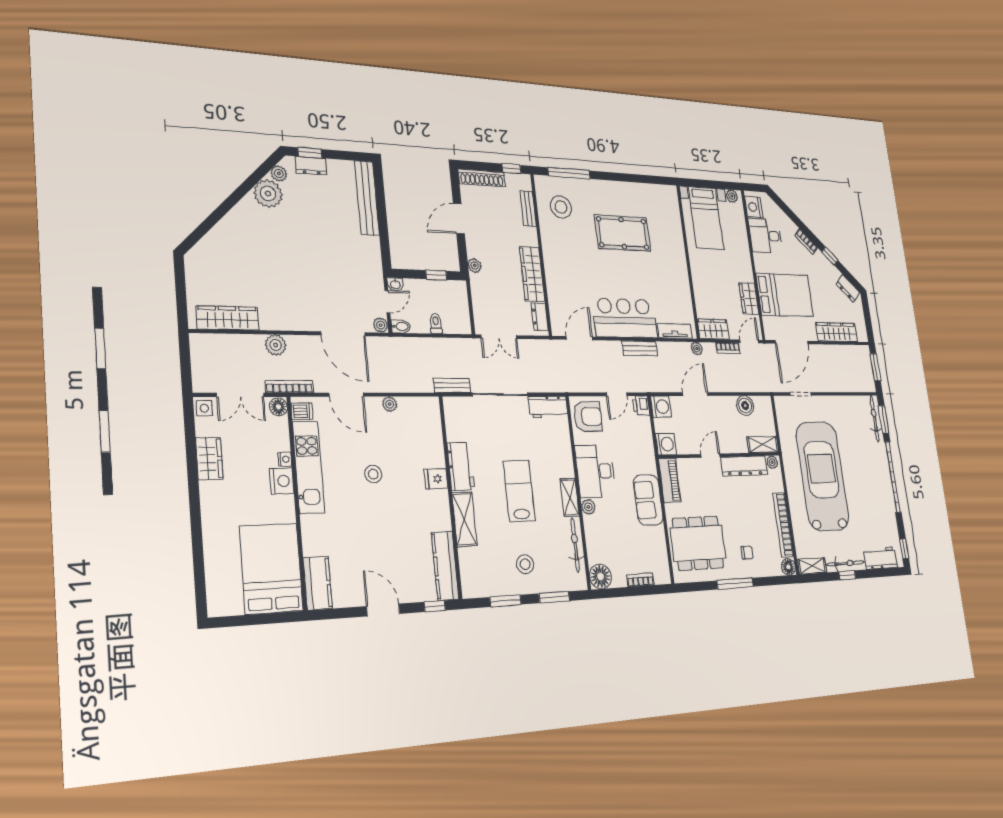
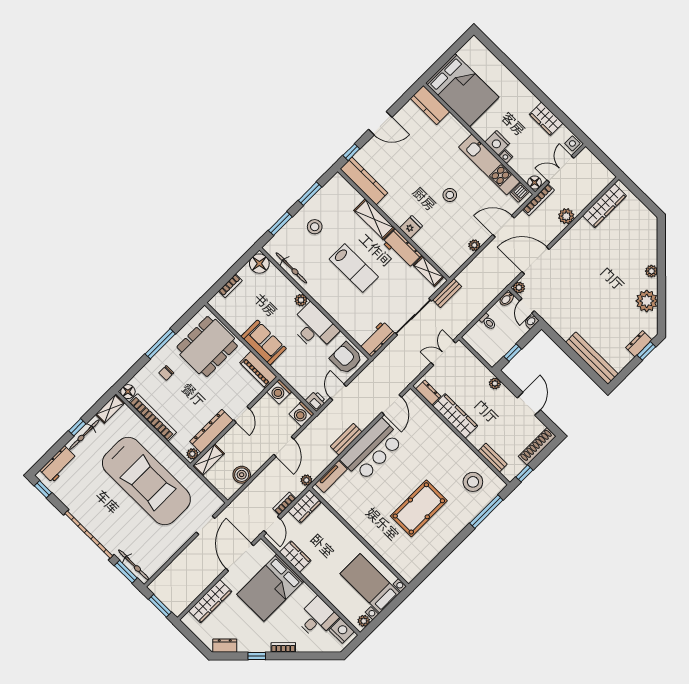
plant: (279, 173) -> (651, 271), moved
armchair: (588, 416) -> (346, 358), turned 90
shelving: (570, 497) -> (429, 271), moved

